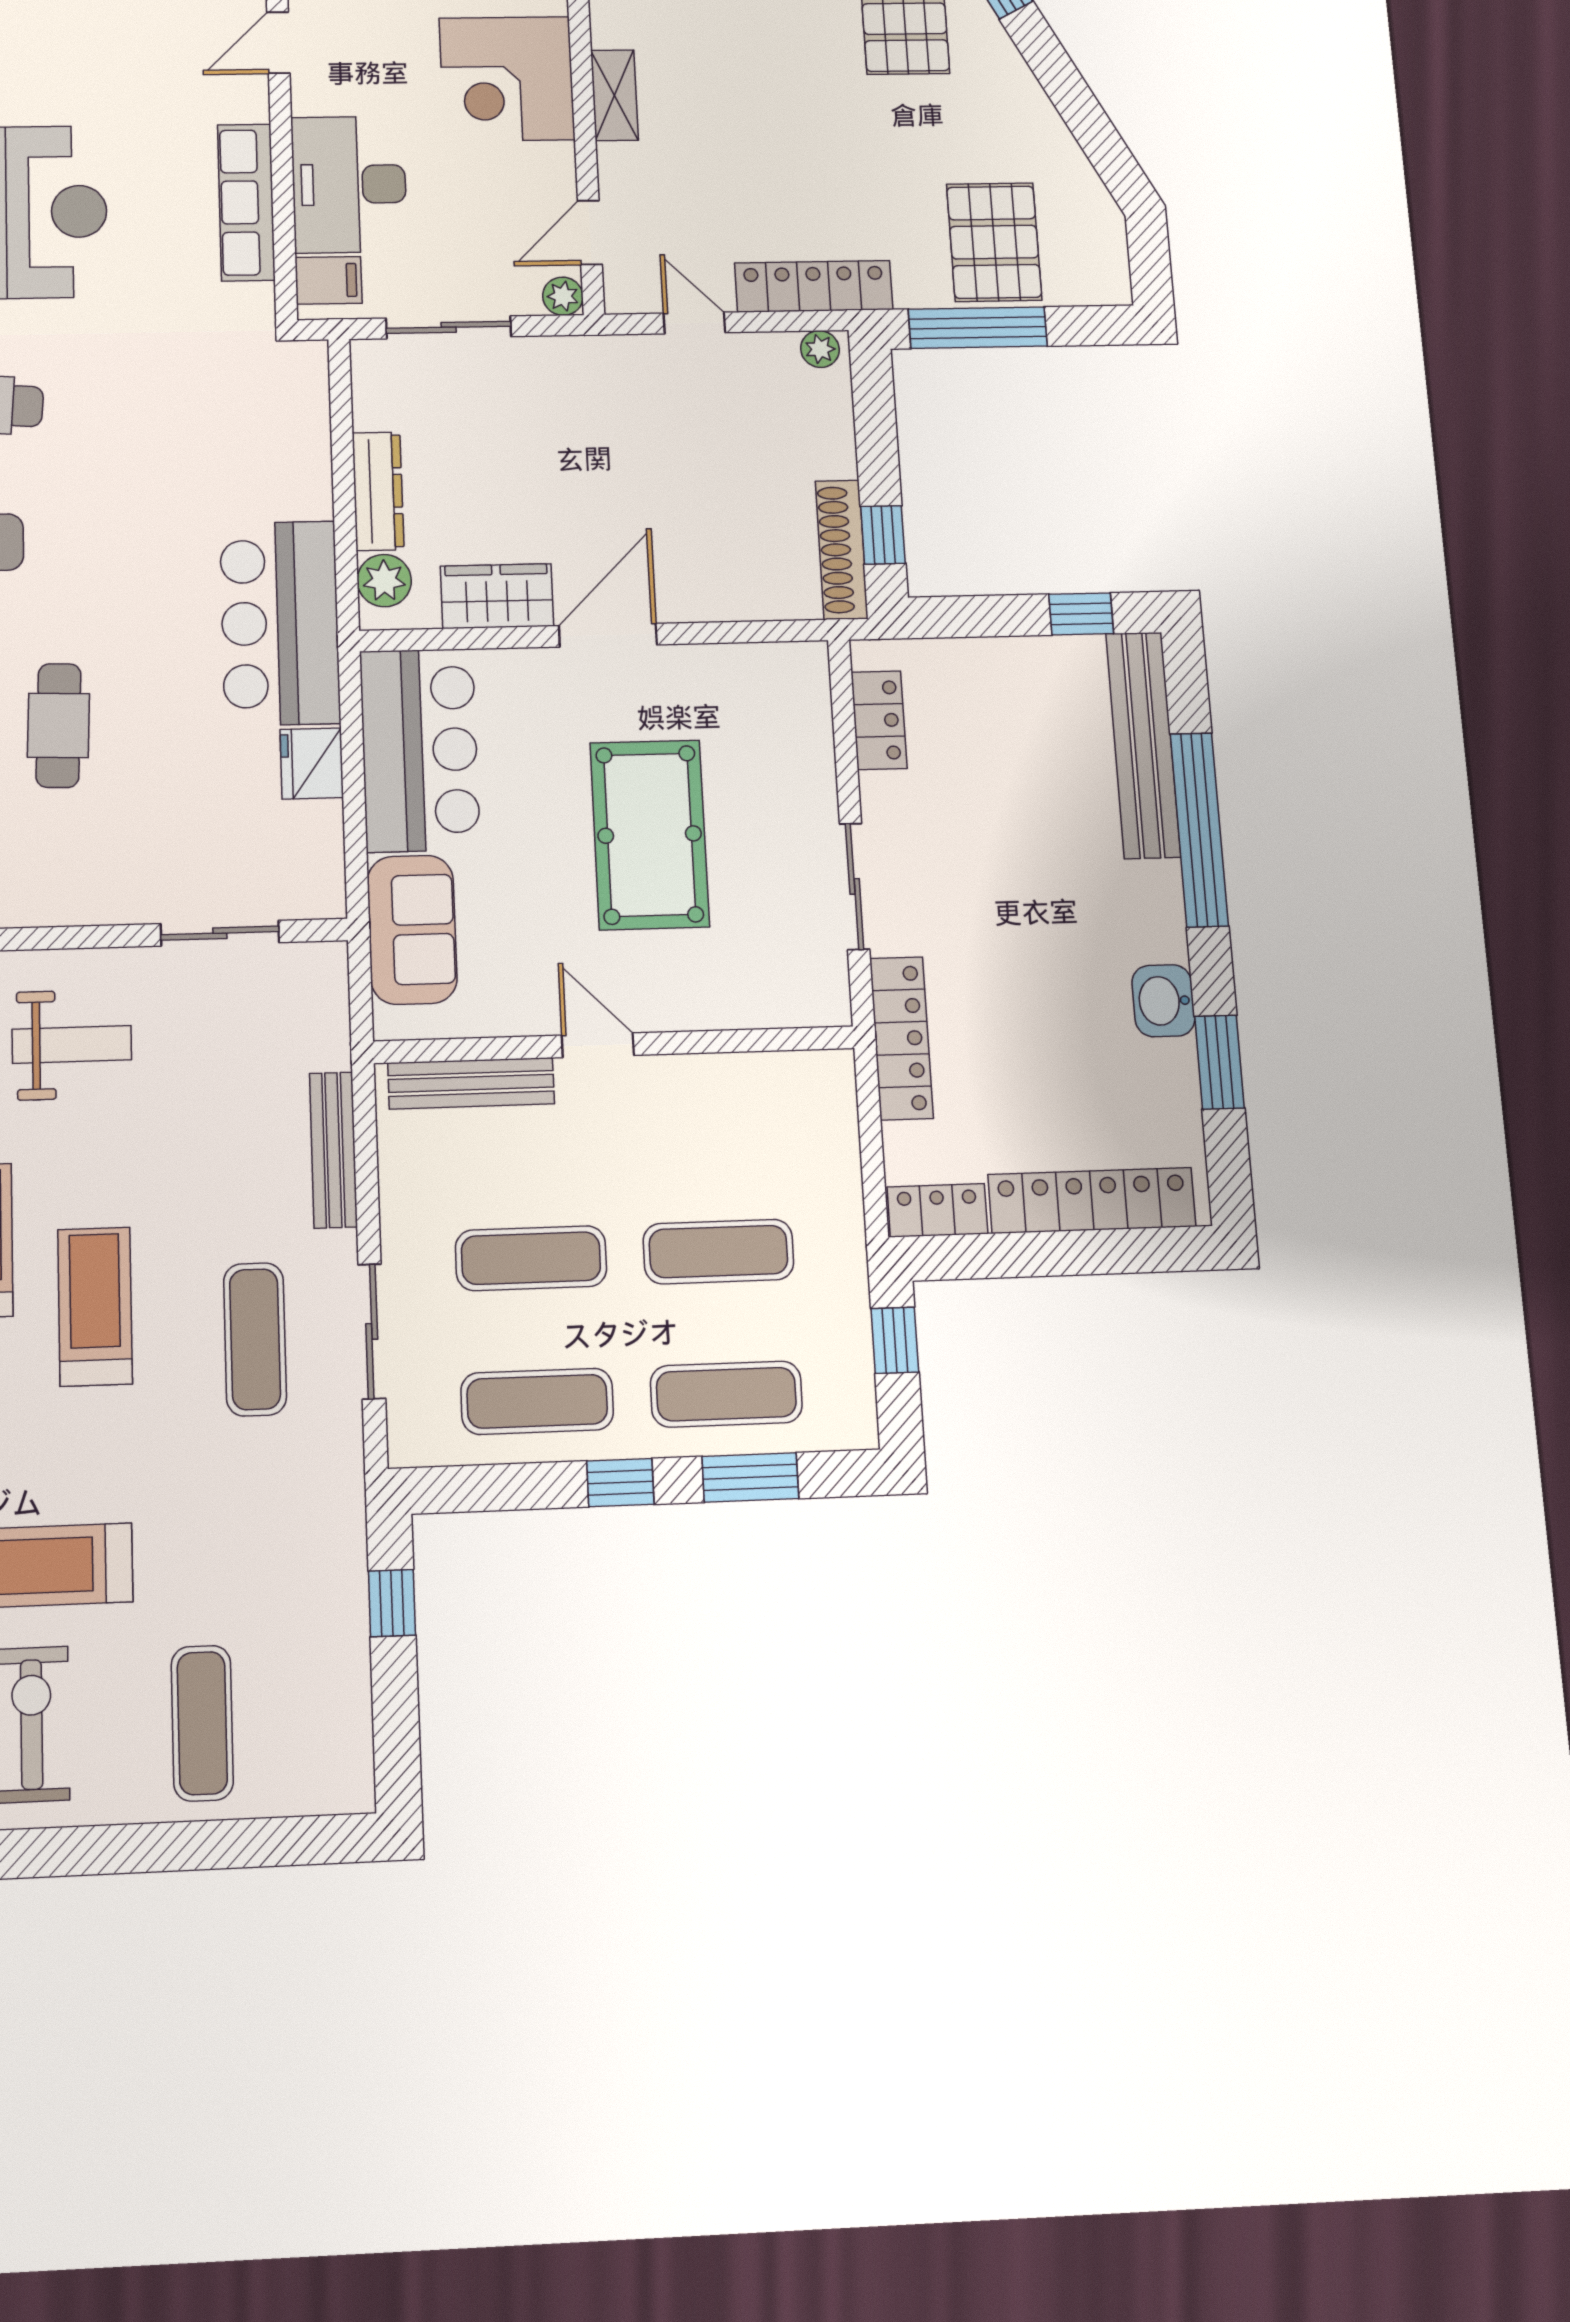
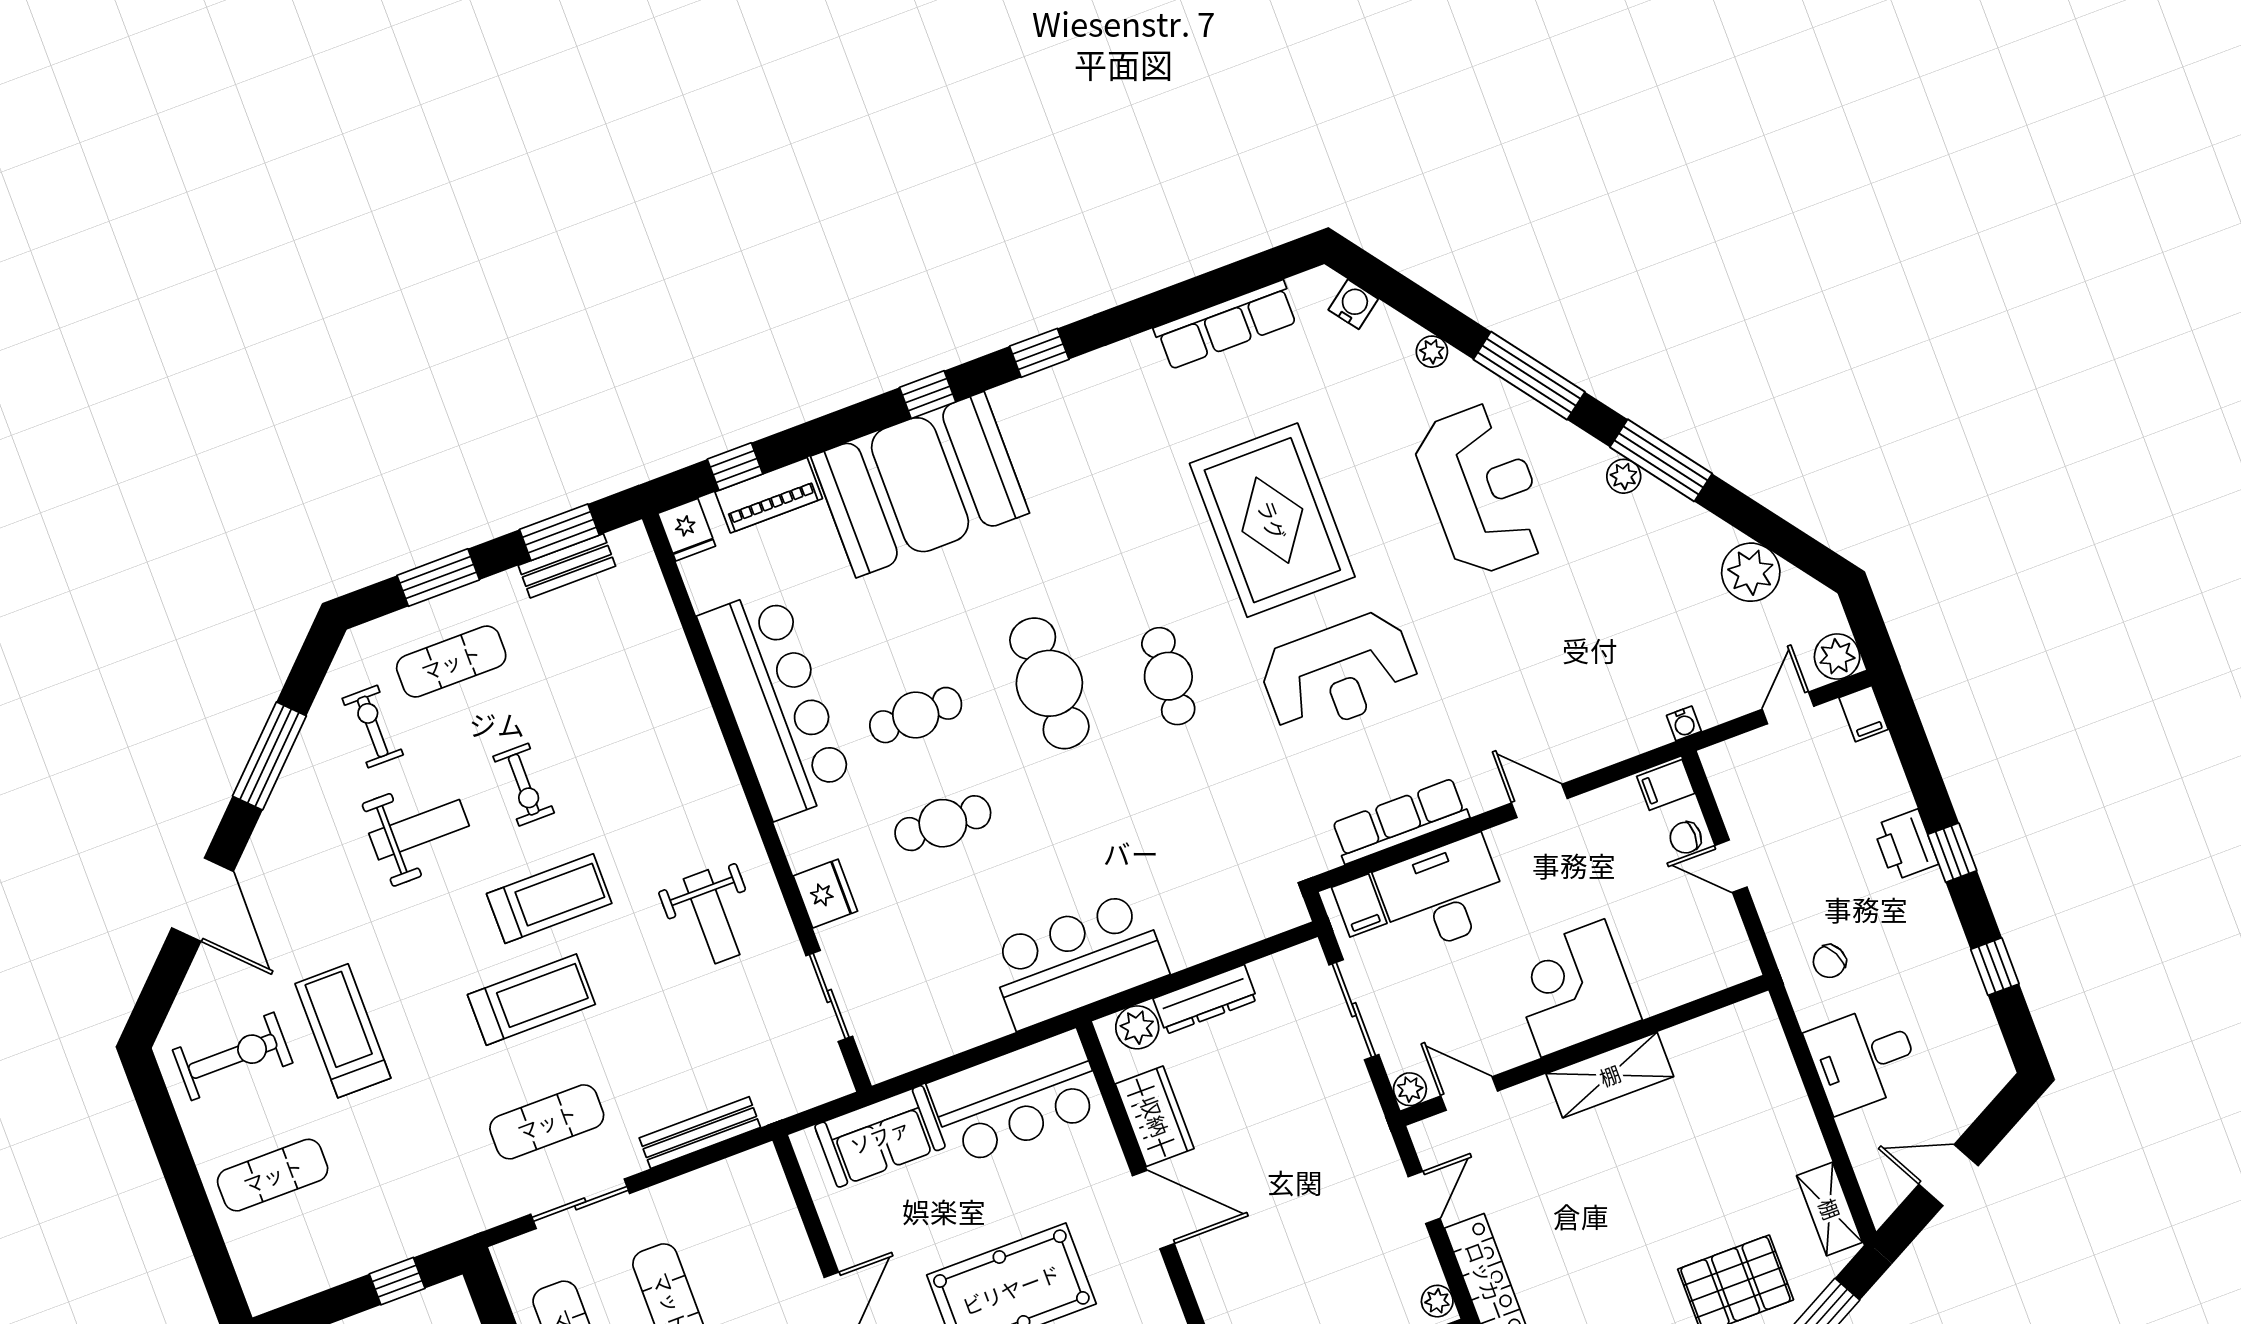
shelving: (615, 95) -> (1610, 1075), width x1.50, depth x1.33
fridge: (312, 763) -> (825, 894), moved, turned 90
bench: (471, 1083) -> (782, 1217), removed

